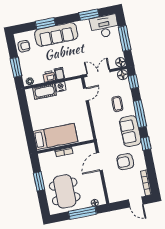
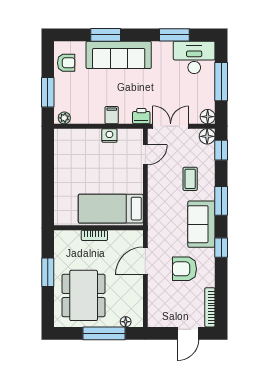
printer: (49, 76) -> (141, 116), moved
cot: (45, 92) -> (84, 138), removed
window: (140, 114) -> (221, 201), width x0.69
bed: (55, 136) -> (111, 209), moved, turned 180
door: (136, 202) -> (188, 333), hinge flipped

